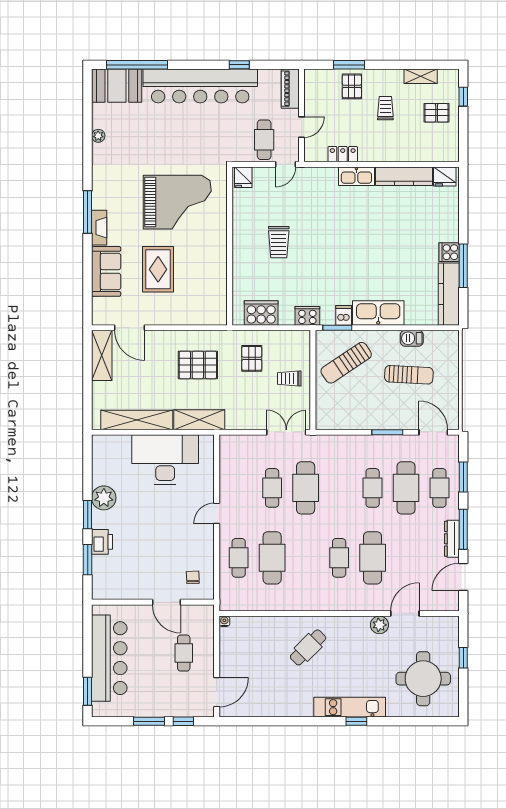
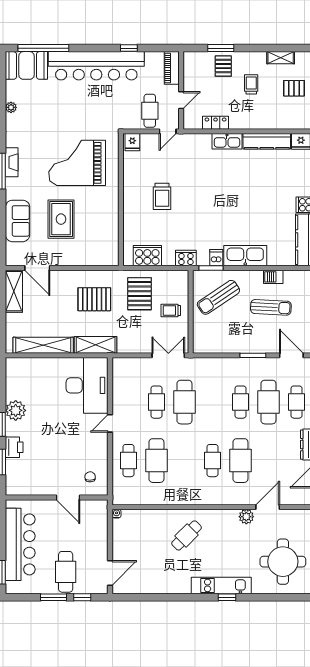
grand piano: (177, 202) -> (77, 163), turned 180
fireplace: (99, 228) -> (12, 162), moved
pallet: (252, 358) -> (139, 294), width x1.50, depth x1.42
desk: (165, 460) -> (87, 385), moved, turned 90
cafe table: (184, 653) -> (66, 572), moved, width x1.37, depth x1.35

